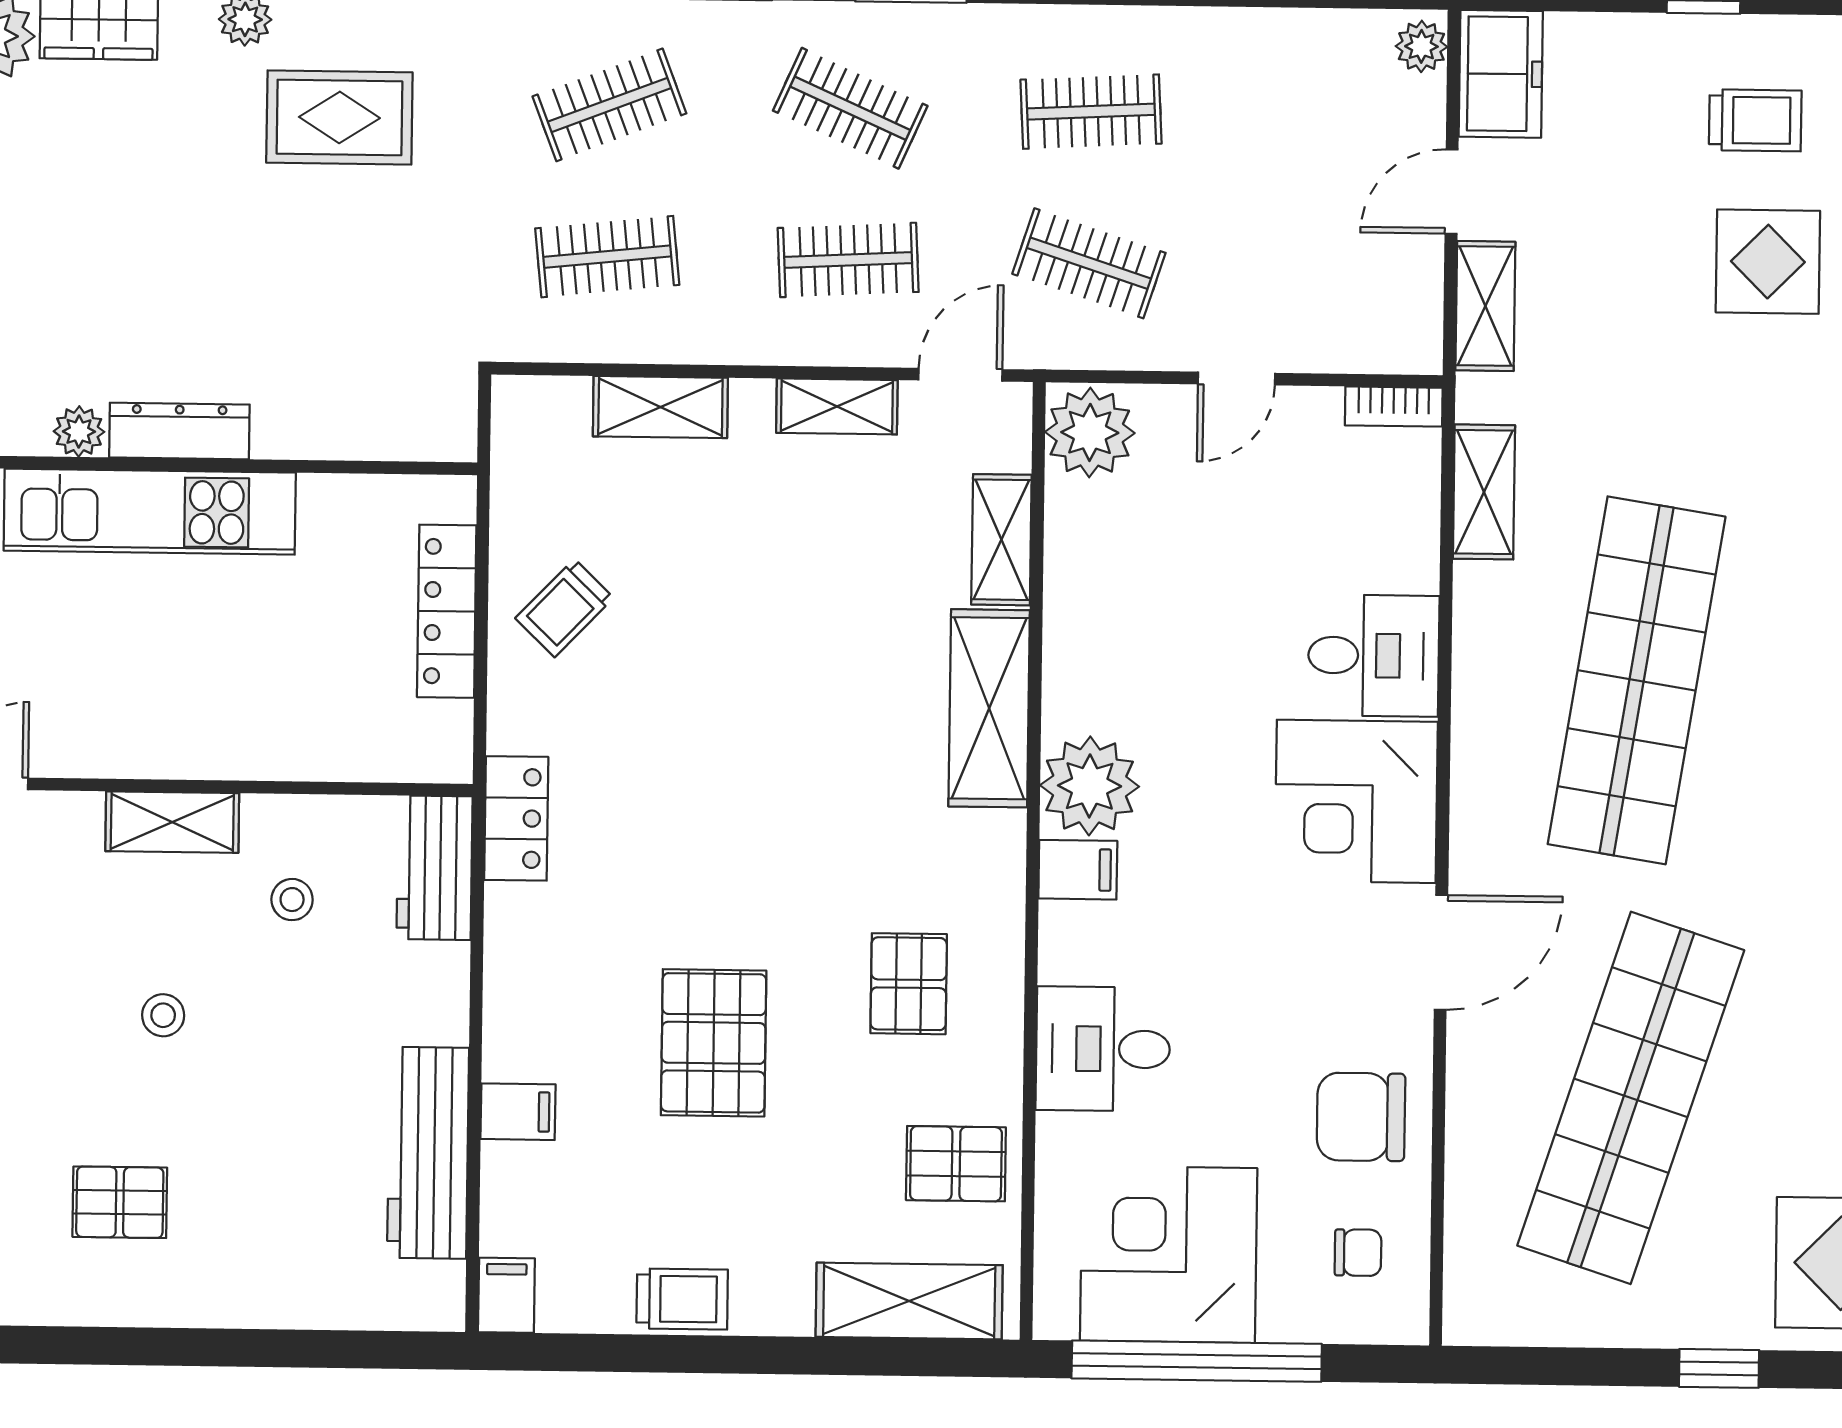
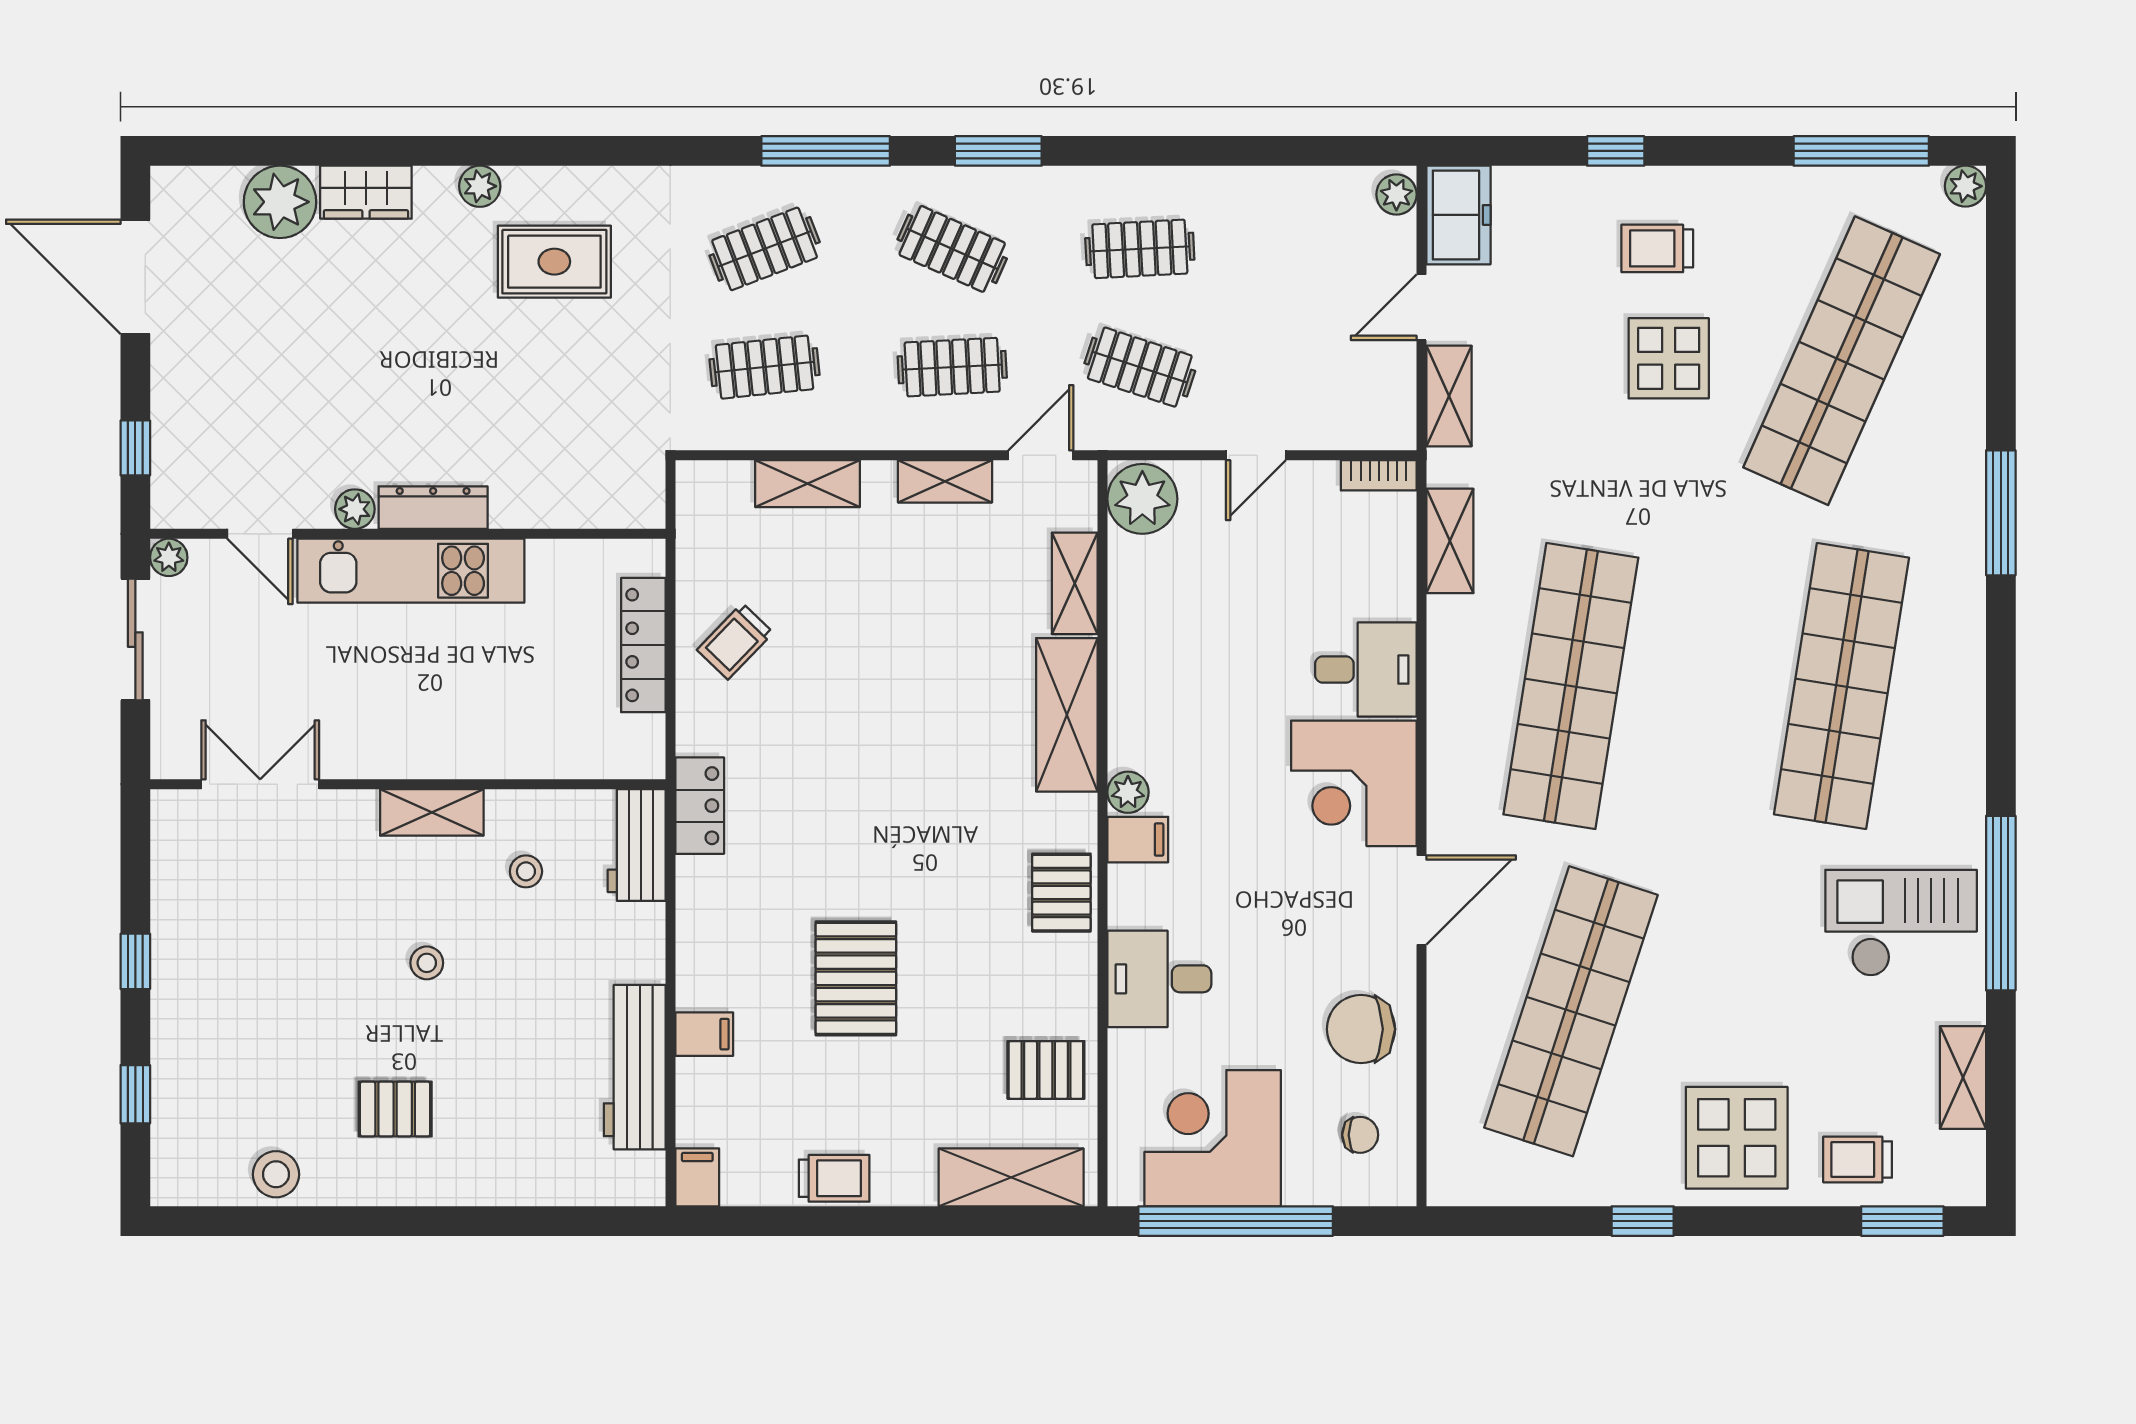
trolley: (1755, 120) -> (1657, 248), turned 180
plant: (1090, 786) -> (1128, 792), width x0.53, depth x0.53
pallet: (909, 984) -> (1061, 893), moved

